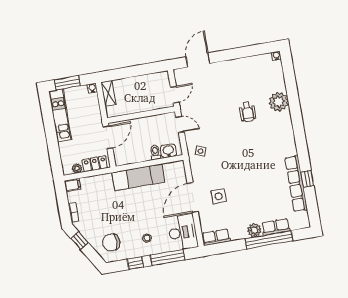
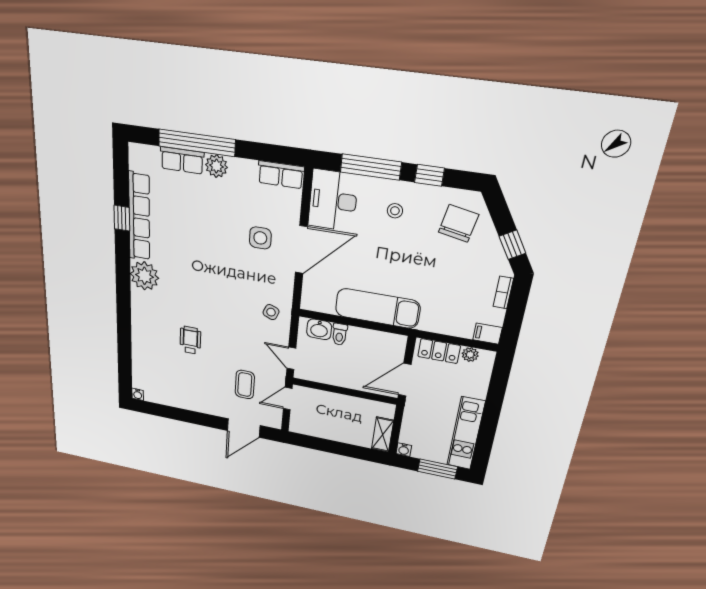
coffee table: (205, 94) -> (245, 385), added
plant: (279, 102) -> (144, 276), moved
chair: (111, 242) -> (458, 223), turned -79

